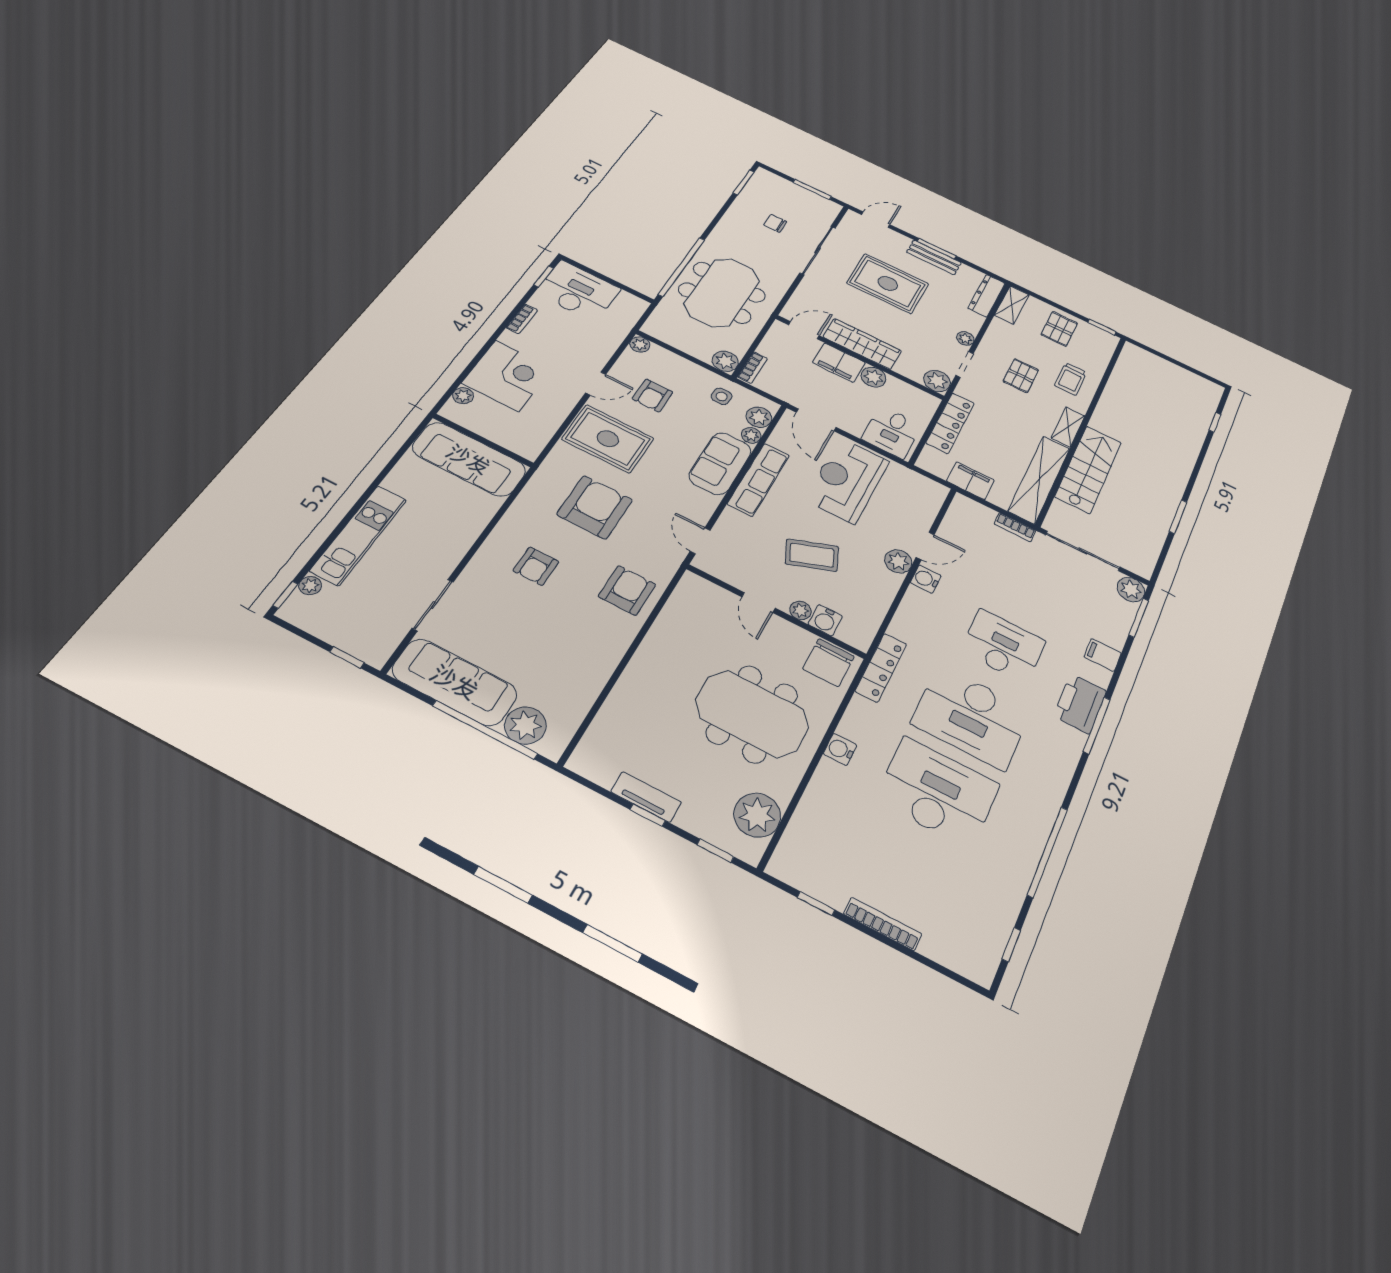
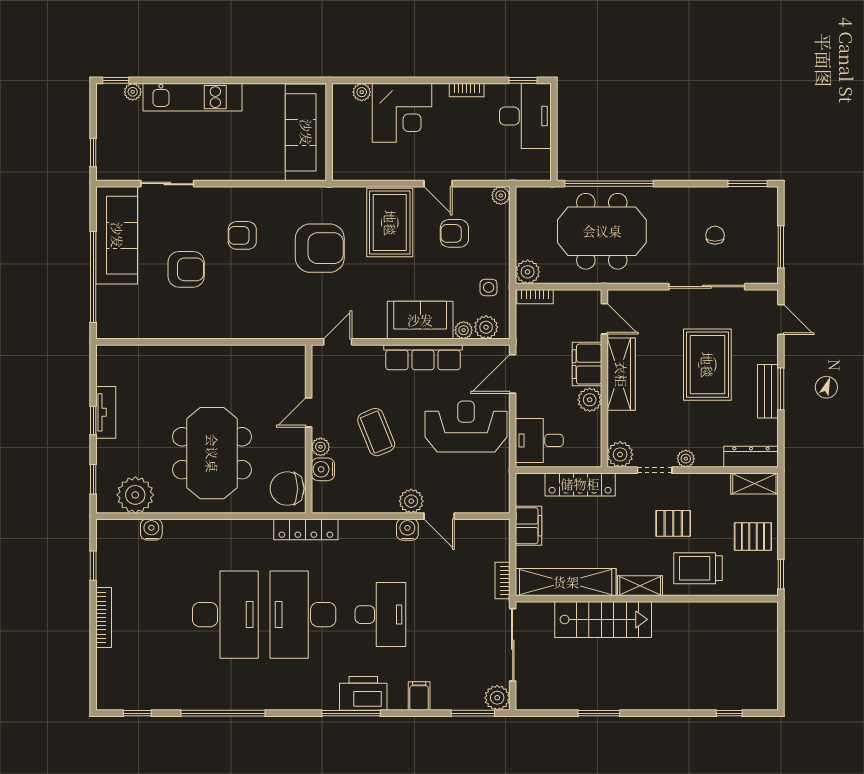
trolley: (1071, 379) -> (698, 568), width x1.36, depth x1.39
armchair: (627, 590) -> (186, 269), moved
plant: (525, 725) -> (112, 302), removed
water cooler: (840, 749) -> (151, 529), moved

